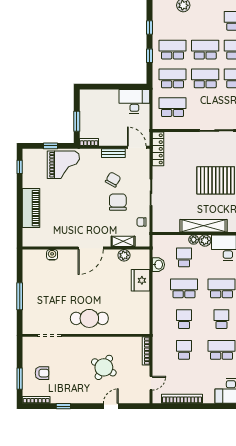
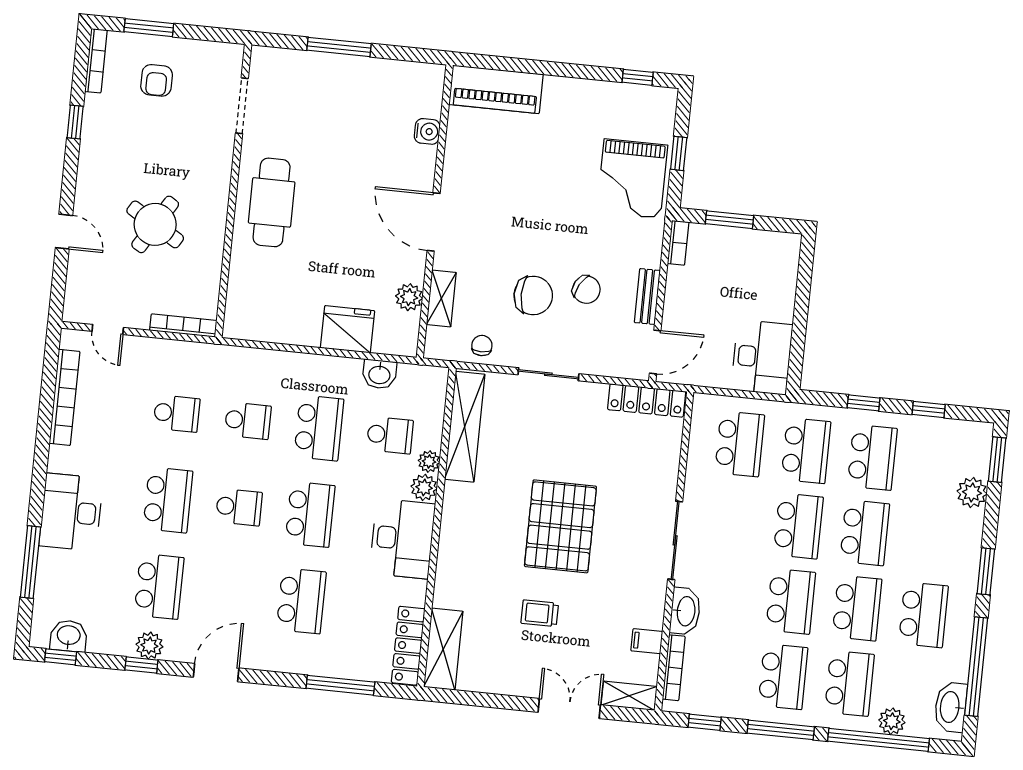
piano: (31, 208) -> (496, 89), moved
shelving: (203, 226) -> (465, 427), moved

